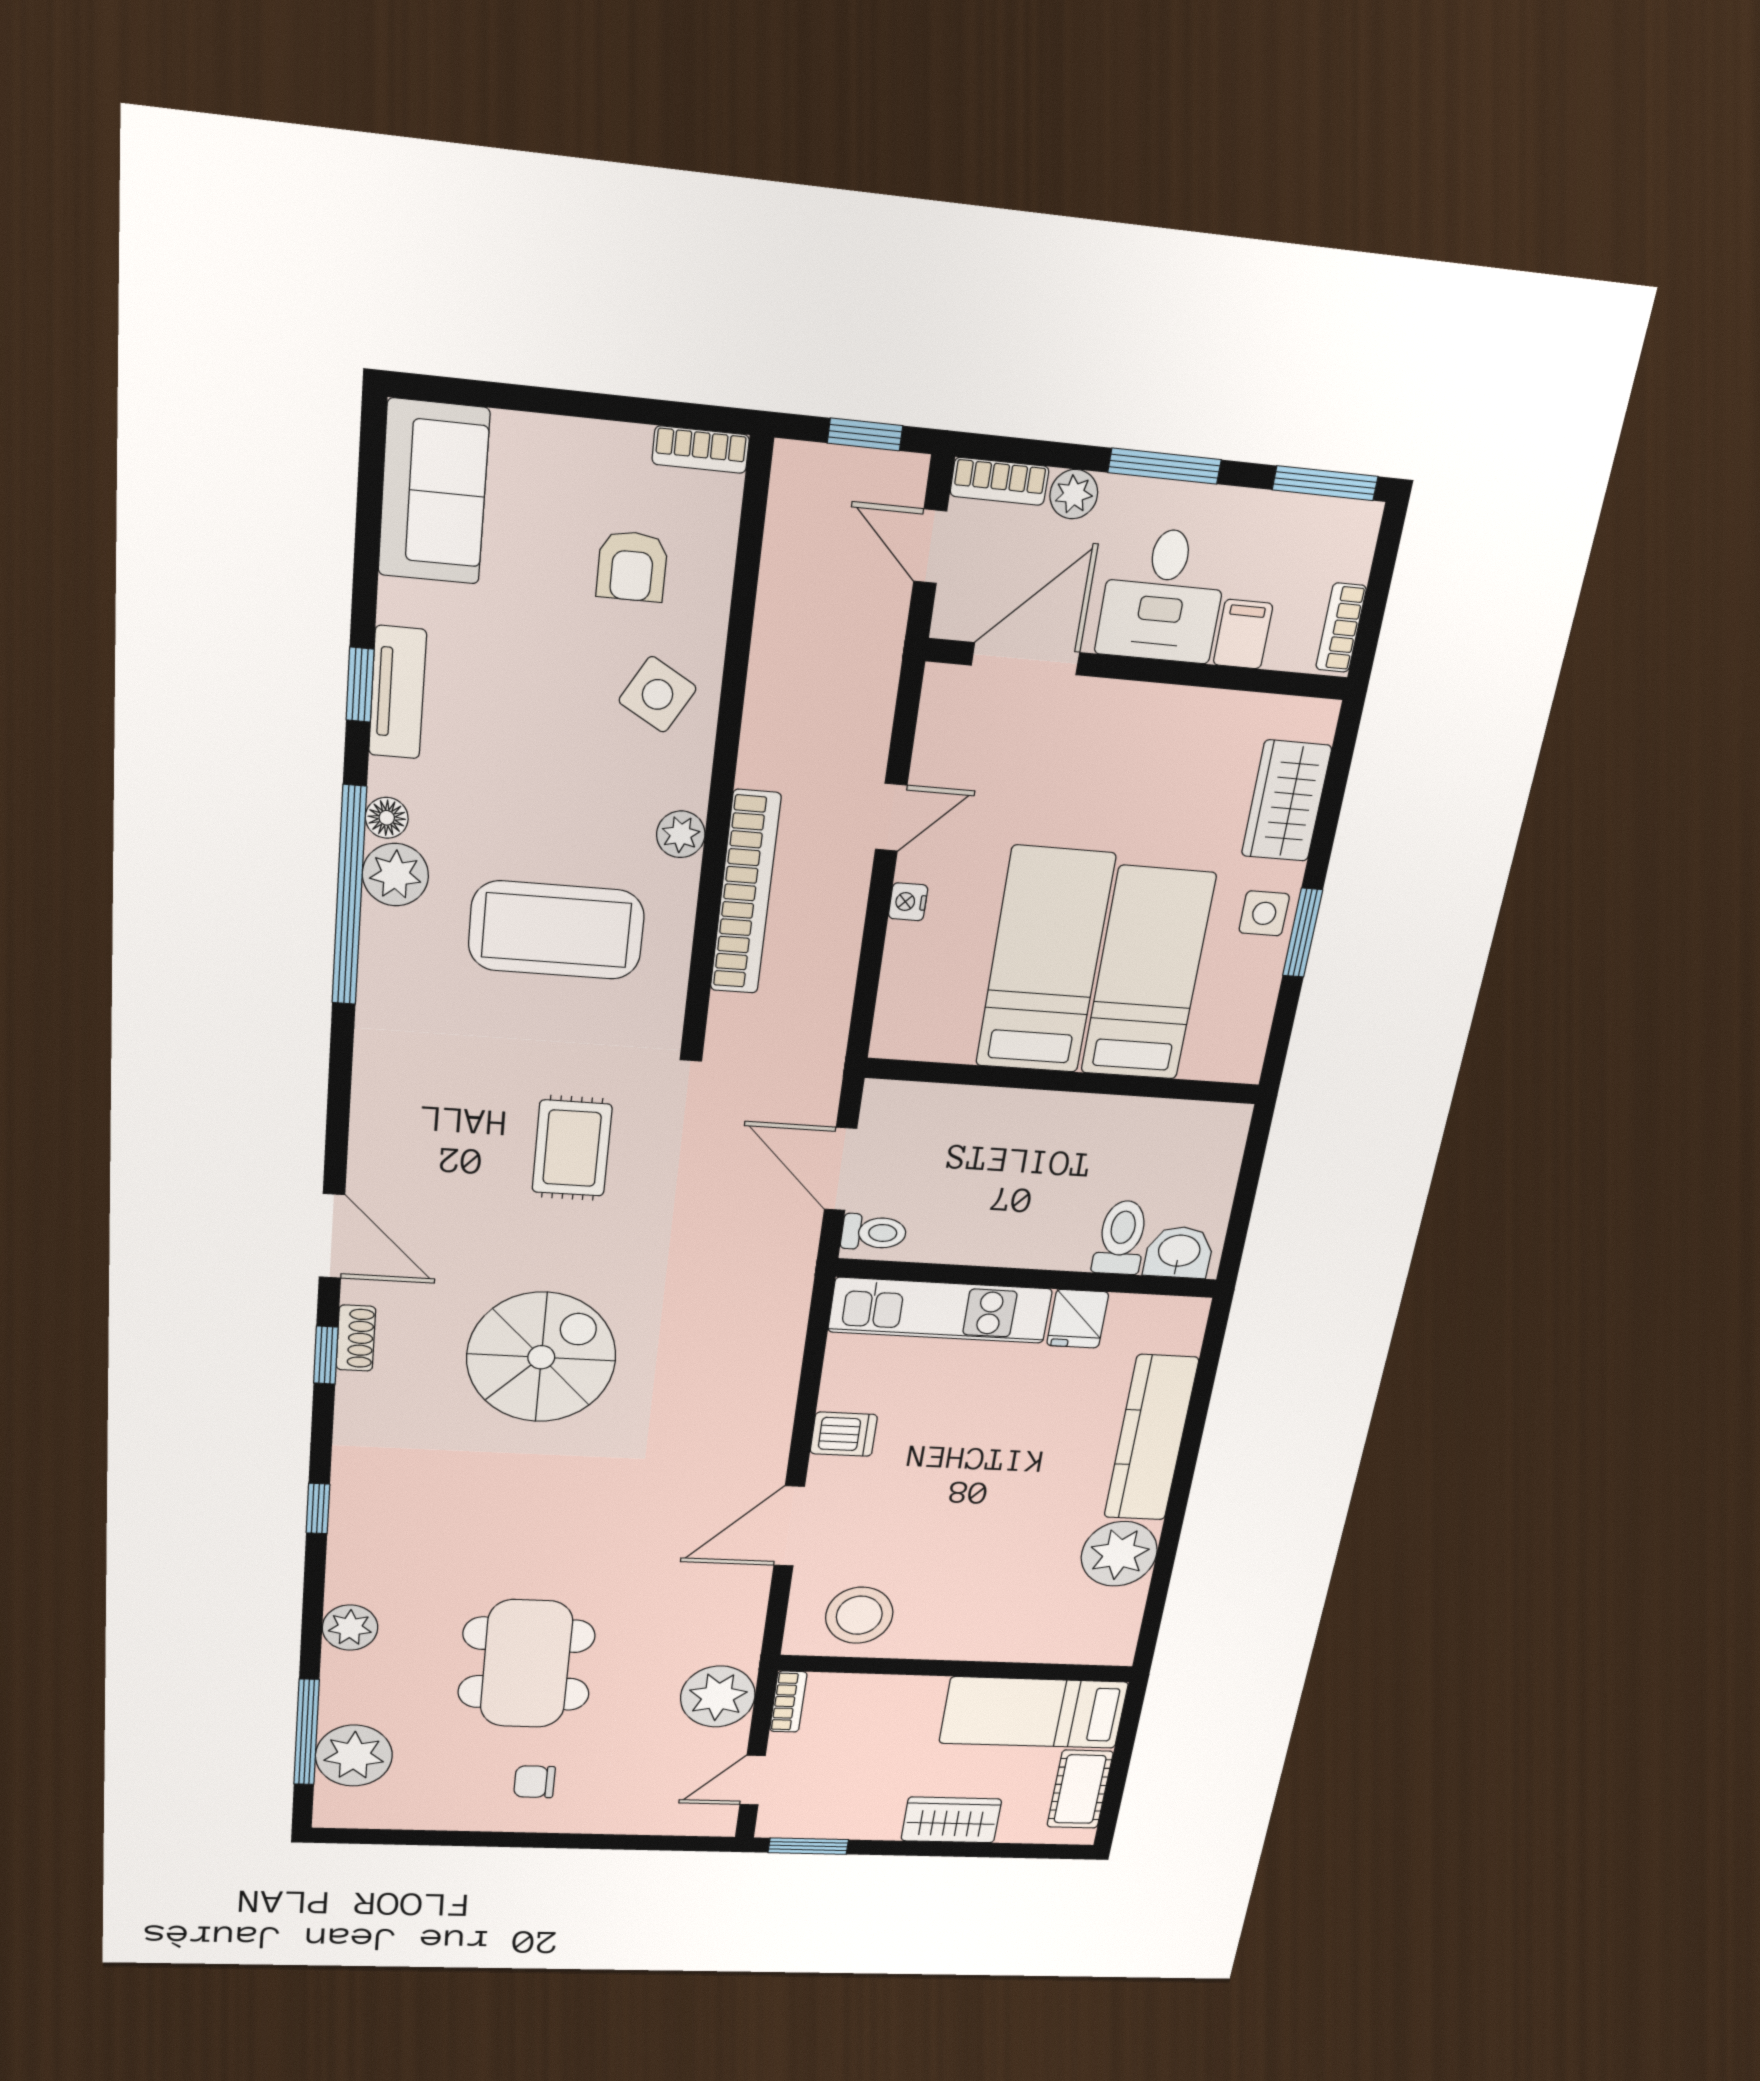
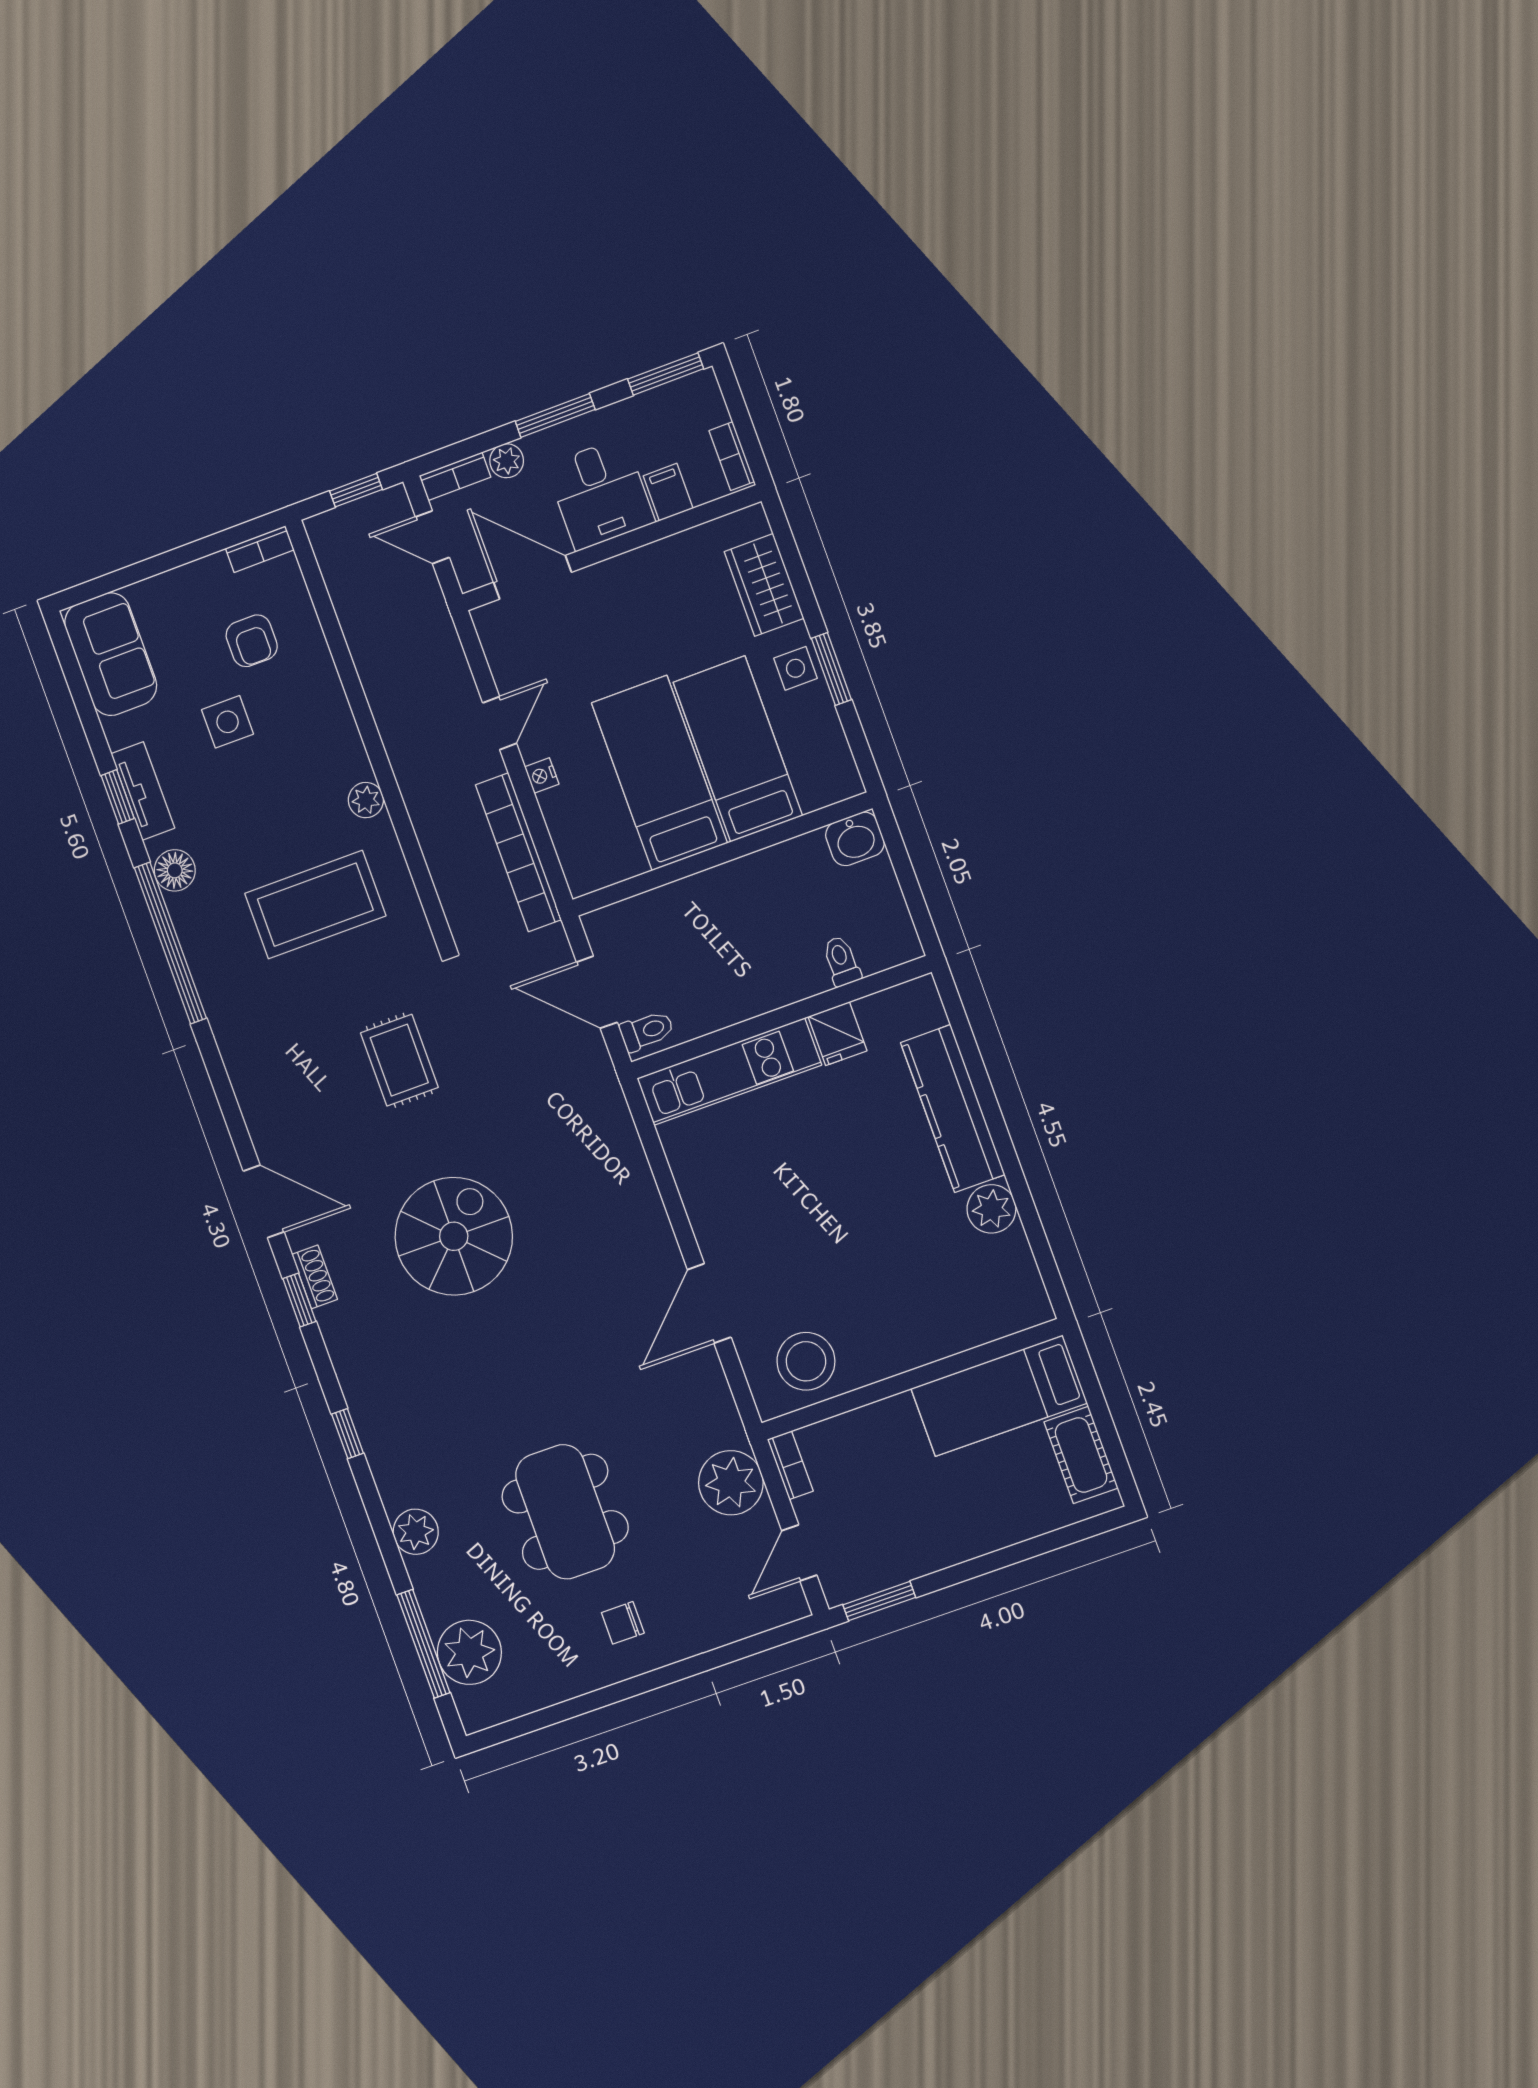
door: (1026, 659) -> (533, 577), hinge flipped
side table: (658, 694) -> (228, 722), moved, turned -30
floor lamp: (387, 818) -> (175, 870), width x1.37, depth x1.37
plant: (395, 875) -> (193, 914), removed
bookcase: (745, 893) -> (518, 852), moved, turned 180
toilet: (1121, 1238) -> (841, 961), width x0.73, depth x0.72
washbasin: (1179, 1252) -> (855, 839), moved, turned 180
dishwasher: (844, 1434) -> (710, 1206), removed
plant: (1119, 1554) -> (991, 1209), width x0.73, depth x0.73
wardrobe: (951, 1820) -> (987, 1528), removed

